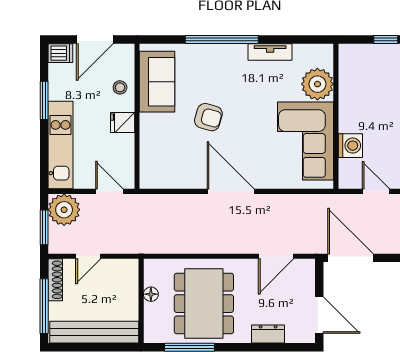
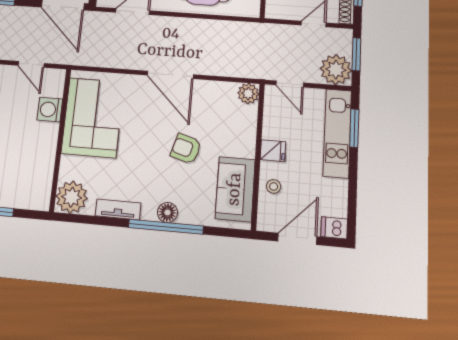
floor lamp: (221, 53) -> (167, 212), added
plant: (317, 84) -> (72, 197), moved
window: (44, 100) -> (354, 128), moved
plant: (150, 178) -> (248, 94), added

